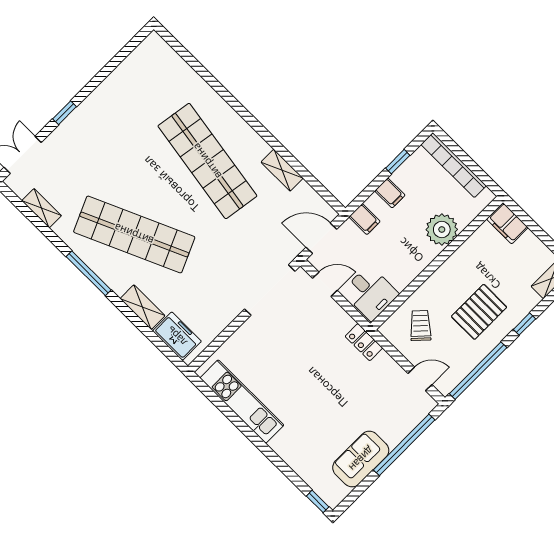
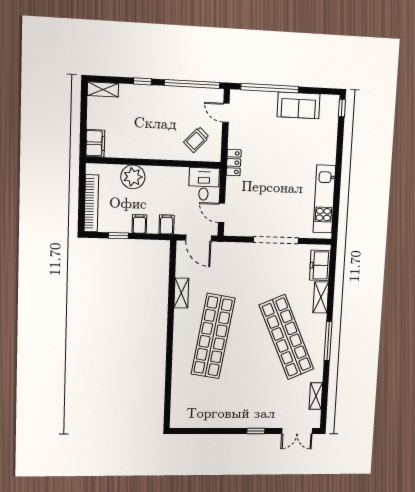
doorway: (270, 290) -> (276, 240), moved
pallet: (479, 312) -> (159, 114), removed

